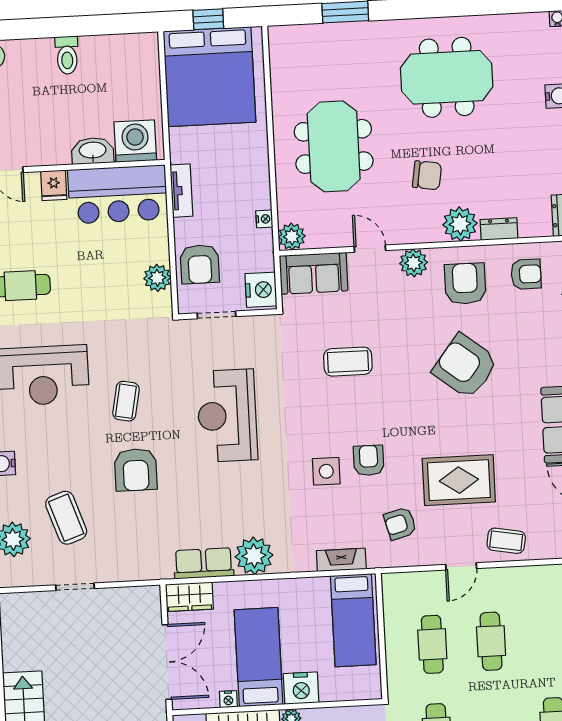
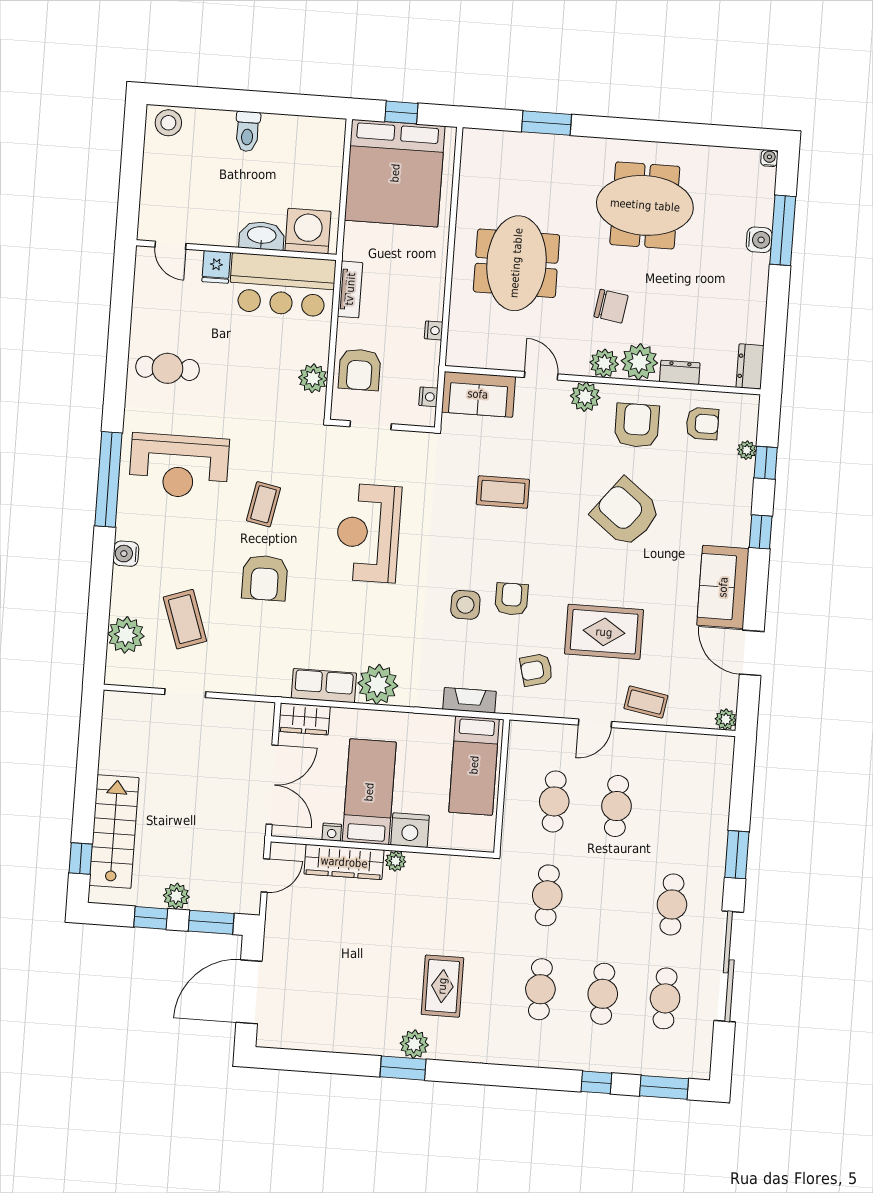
plant: (292, 237) -> (604, 363), moved
nightstand: (261, 290) -> (428, 397), width x0.53, depth x0.56

